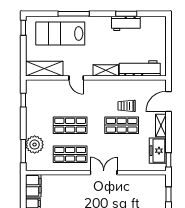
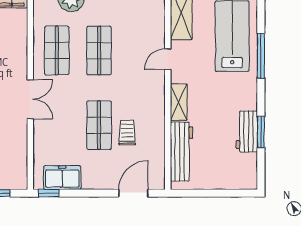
door: (168, 102) -> (133, 193), hinge flipped
shelving: (161, 125) -> (99, 182), removed

